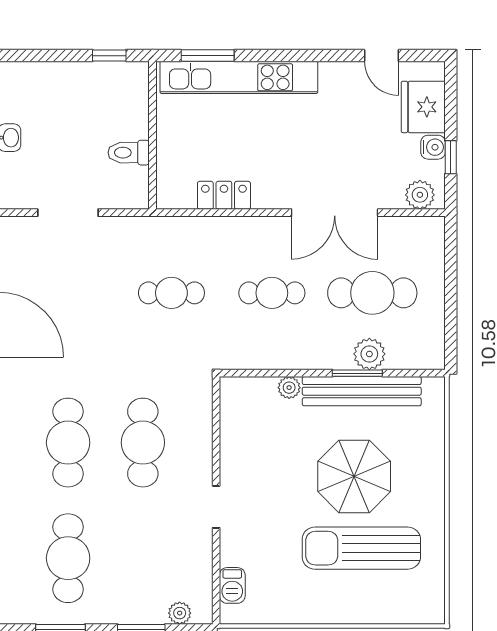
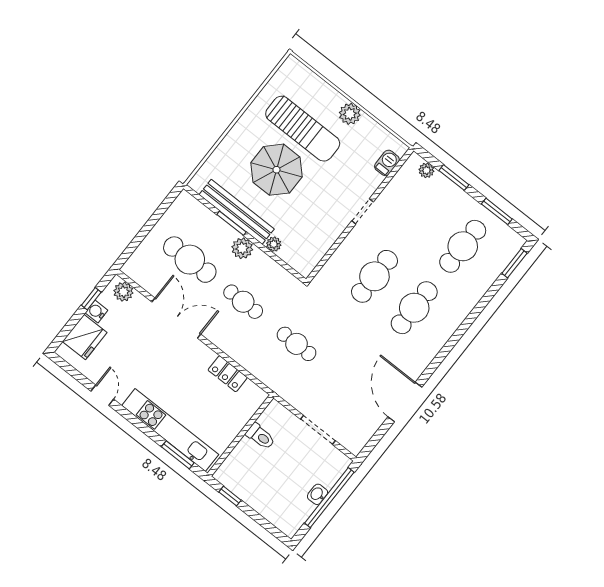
door: (382, 56) -> (102, 395), moved
plant: (369, 354) -> (242, 248), moved
plant: (320, 608) -> (350, 114), added

